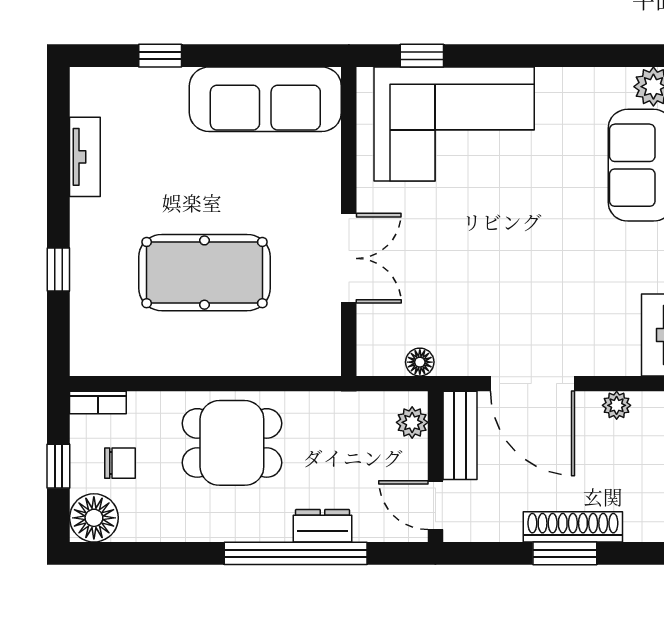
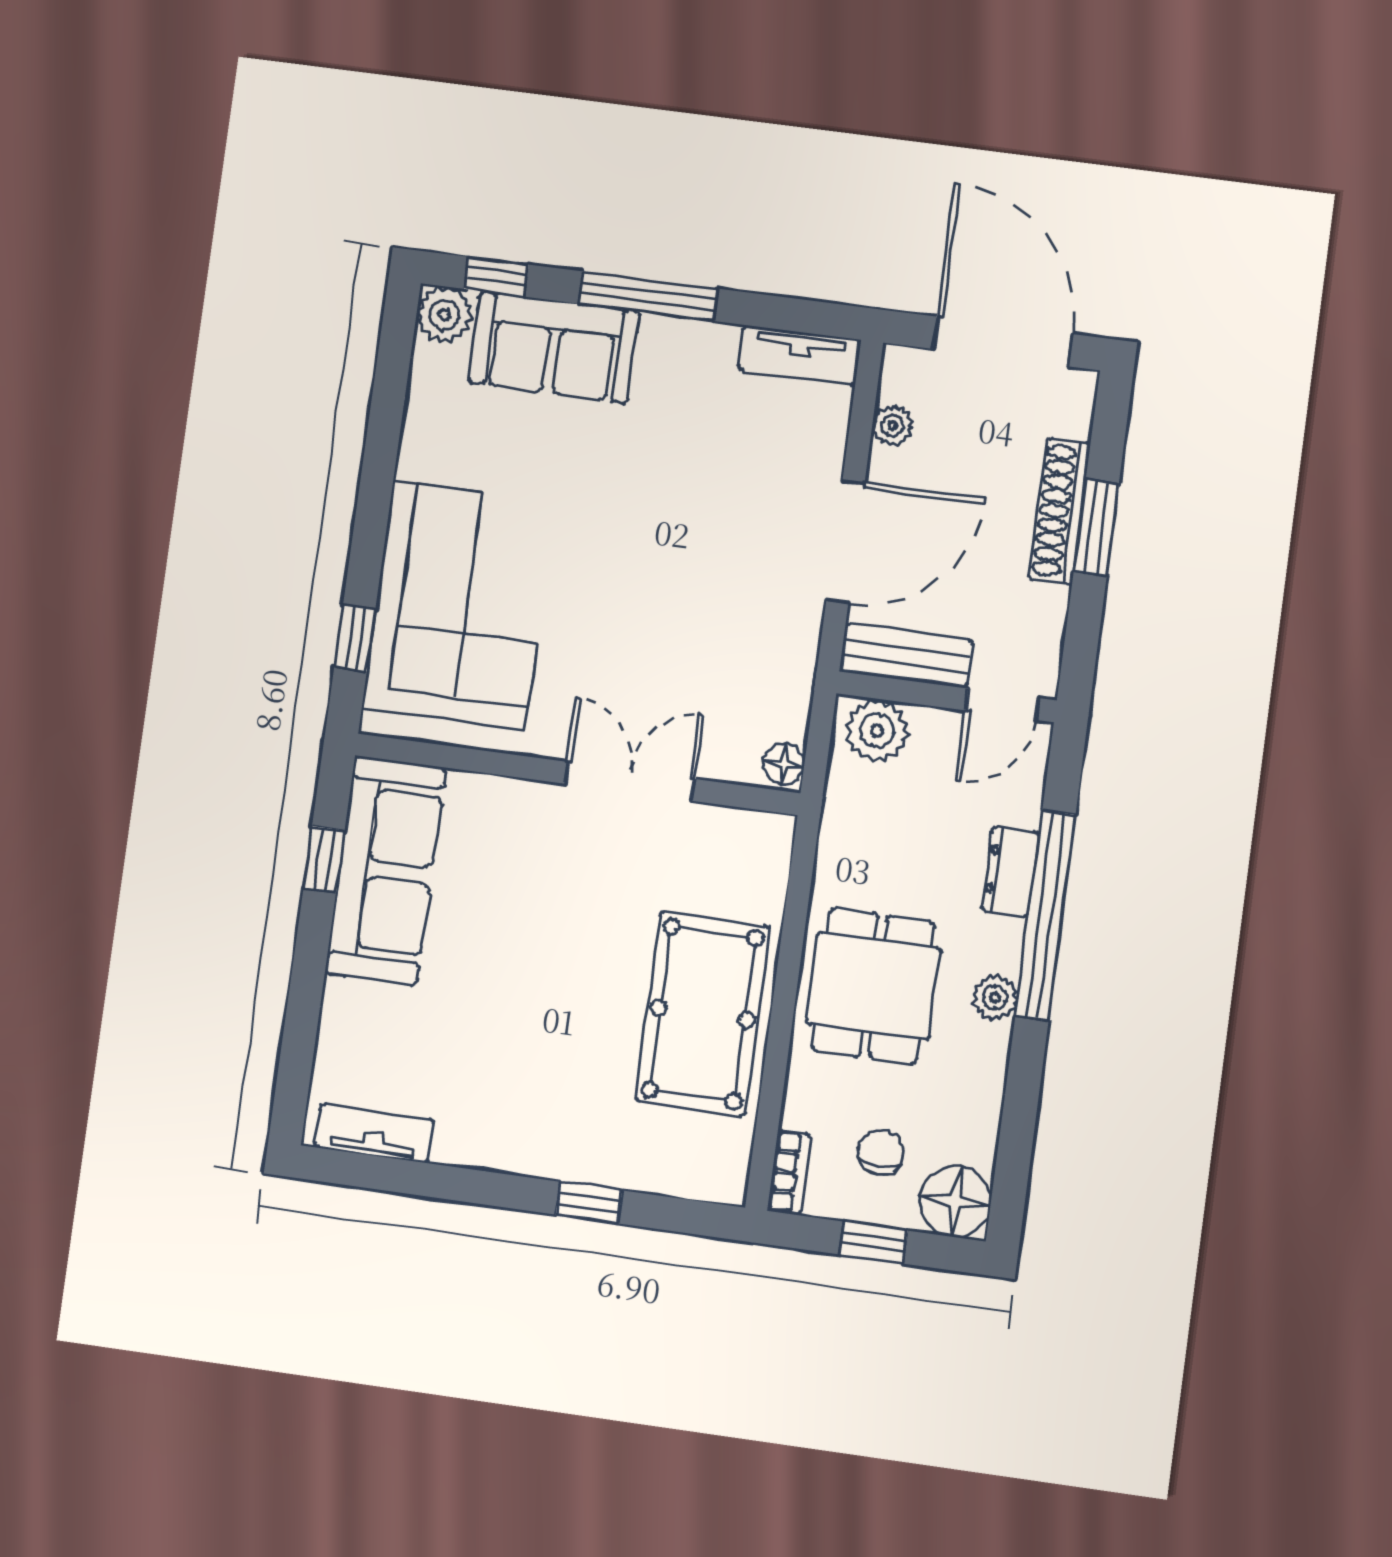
window: (160, 56) -> (324, 859), moved
tv unit: (85, 157) -> (374, 1133), moved
pool table: (204, 273) -> (703, 1014), moved
floor lamp: (420, 362) -> (784, 764), moved
plant: (412, 422) -> (877, 731), width x1.38, depth x1.38
plant: (235, 527) -> (995, 998), added

